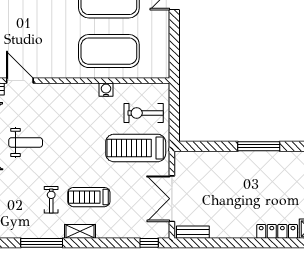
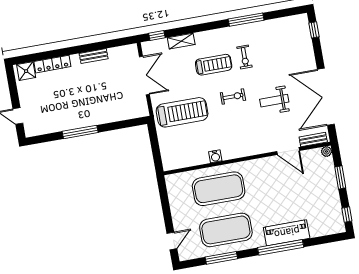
exercise bike: (144, 113) -> (233, 96), moved, width x0.73, depth x0.72
shelving: (80, 231) -> (181, 41), moved
bench: (193, 232) -> (94, 56), moved

